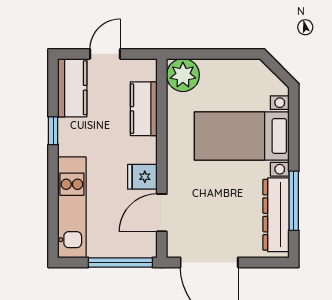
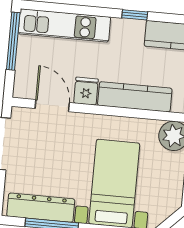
kitchen counter: (144, 109) -> (135, 97), width x1.50
window: (120, 262) -> (13, 41), moved

